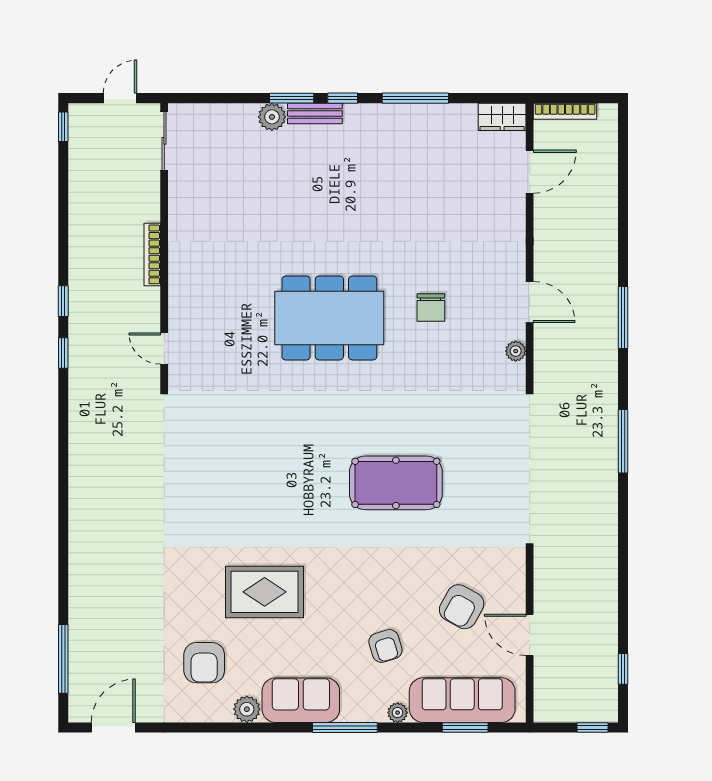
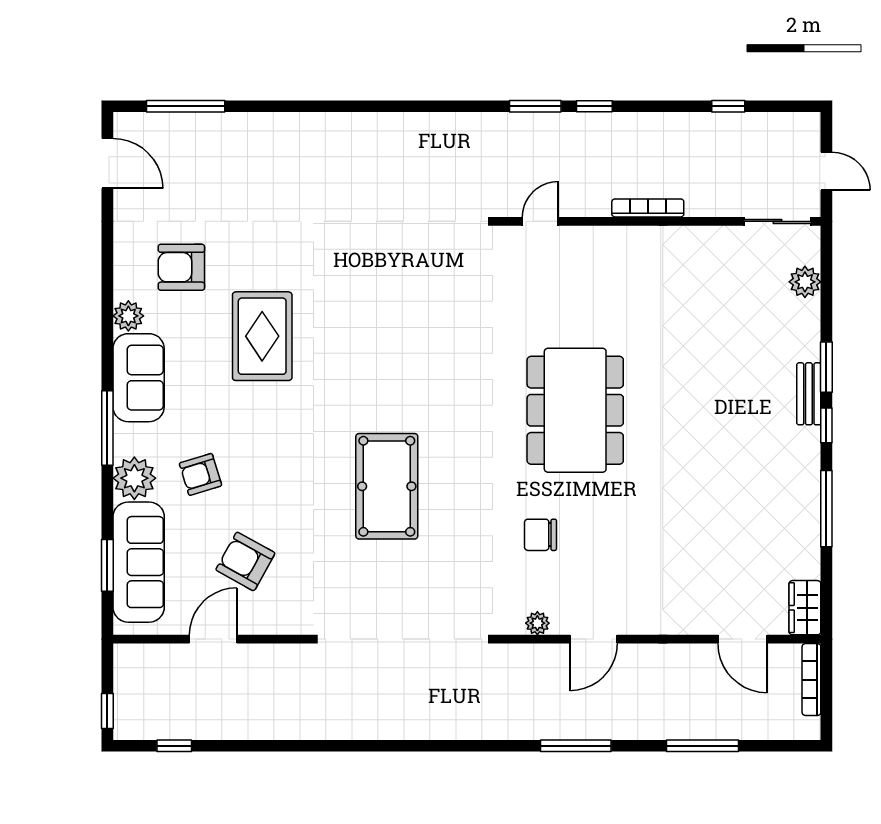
plant: (272, 117) -> (805, 282), moved
window: (63, 127) -> (728, 106), moved
chair: (431, 308) -> (540, 535), moved
window: (63, 353) -> (535, 106), width x1.50
window: (623, 441) -> (703, 746), moved
plant: (398, 713) -> (134, 478), width x1.88, depth x1.88

